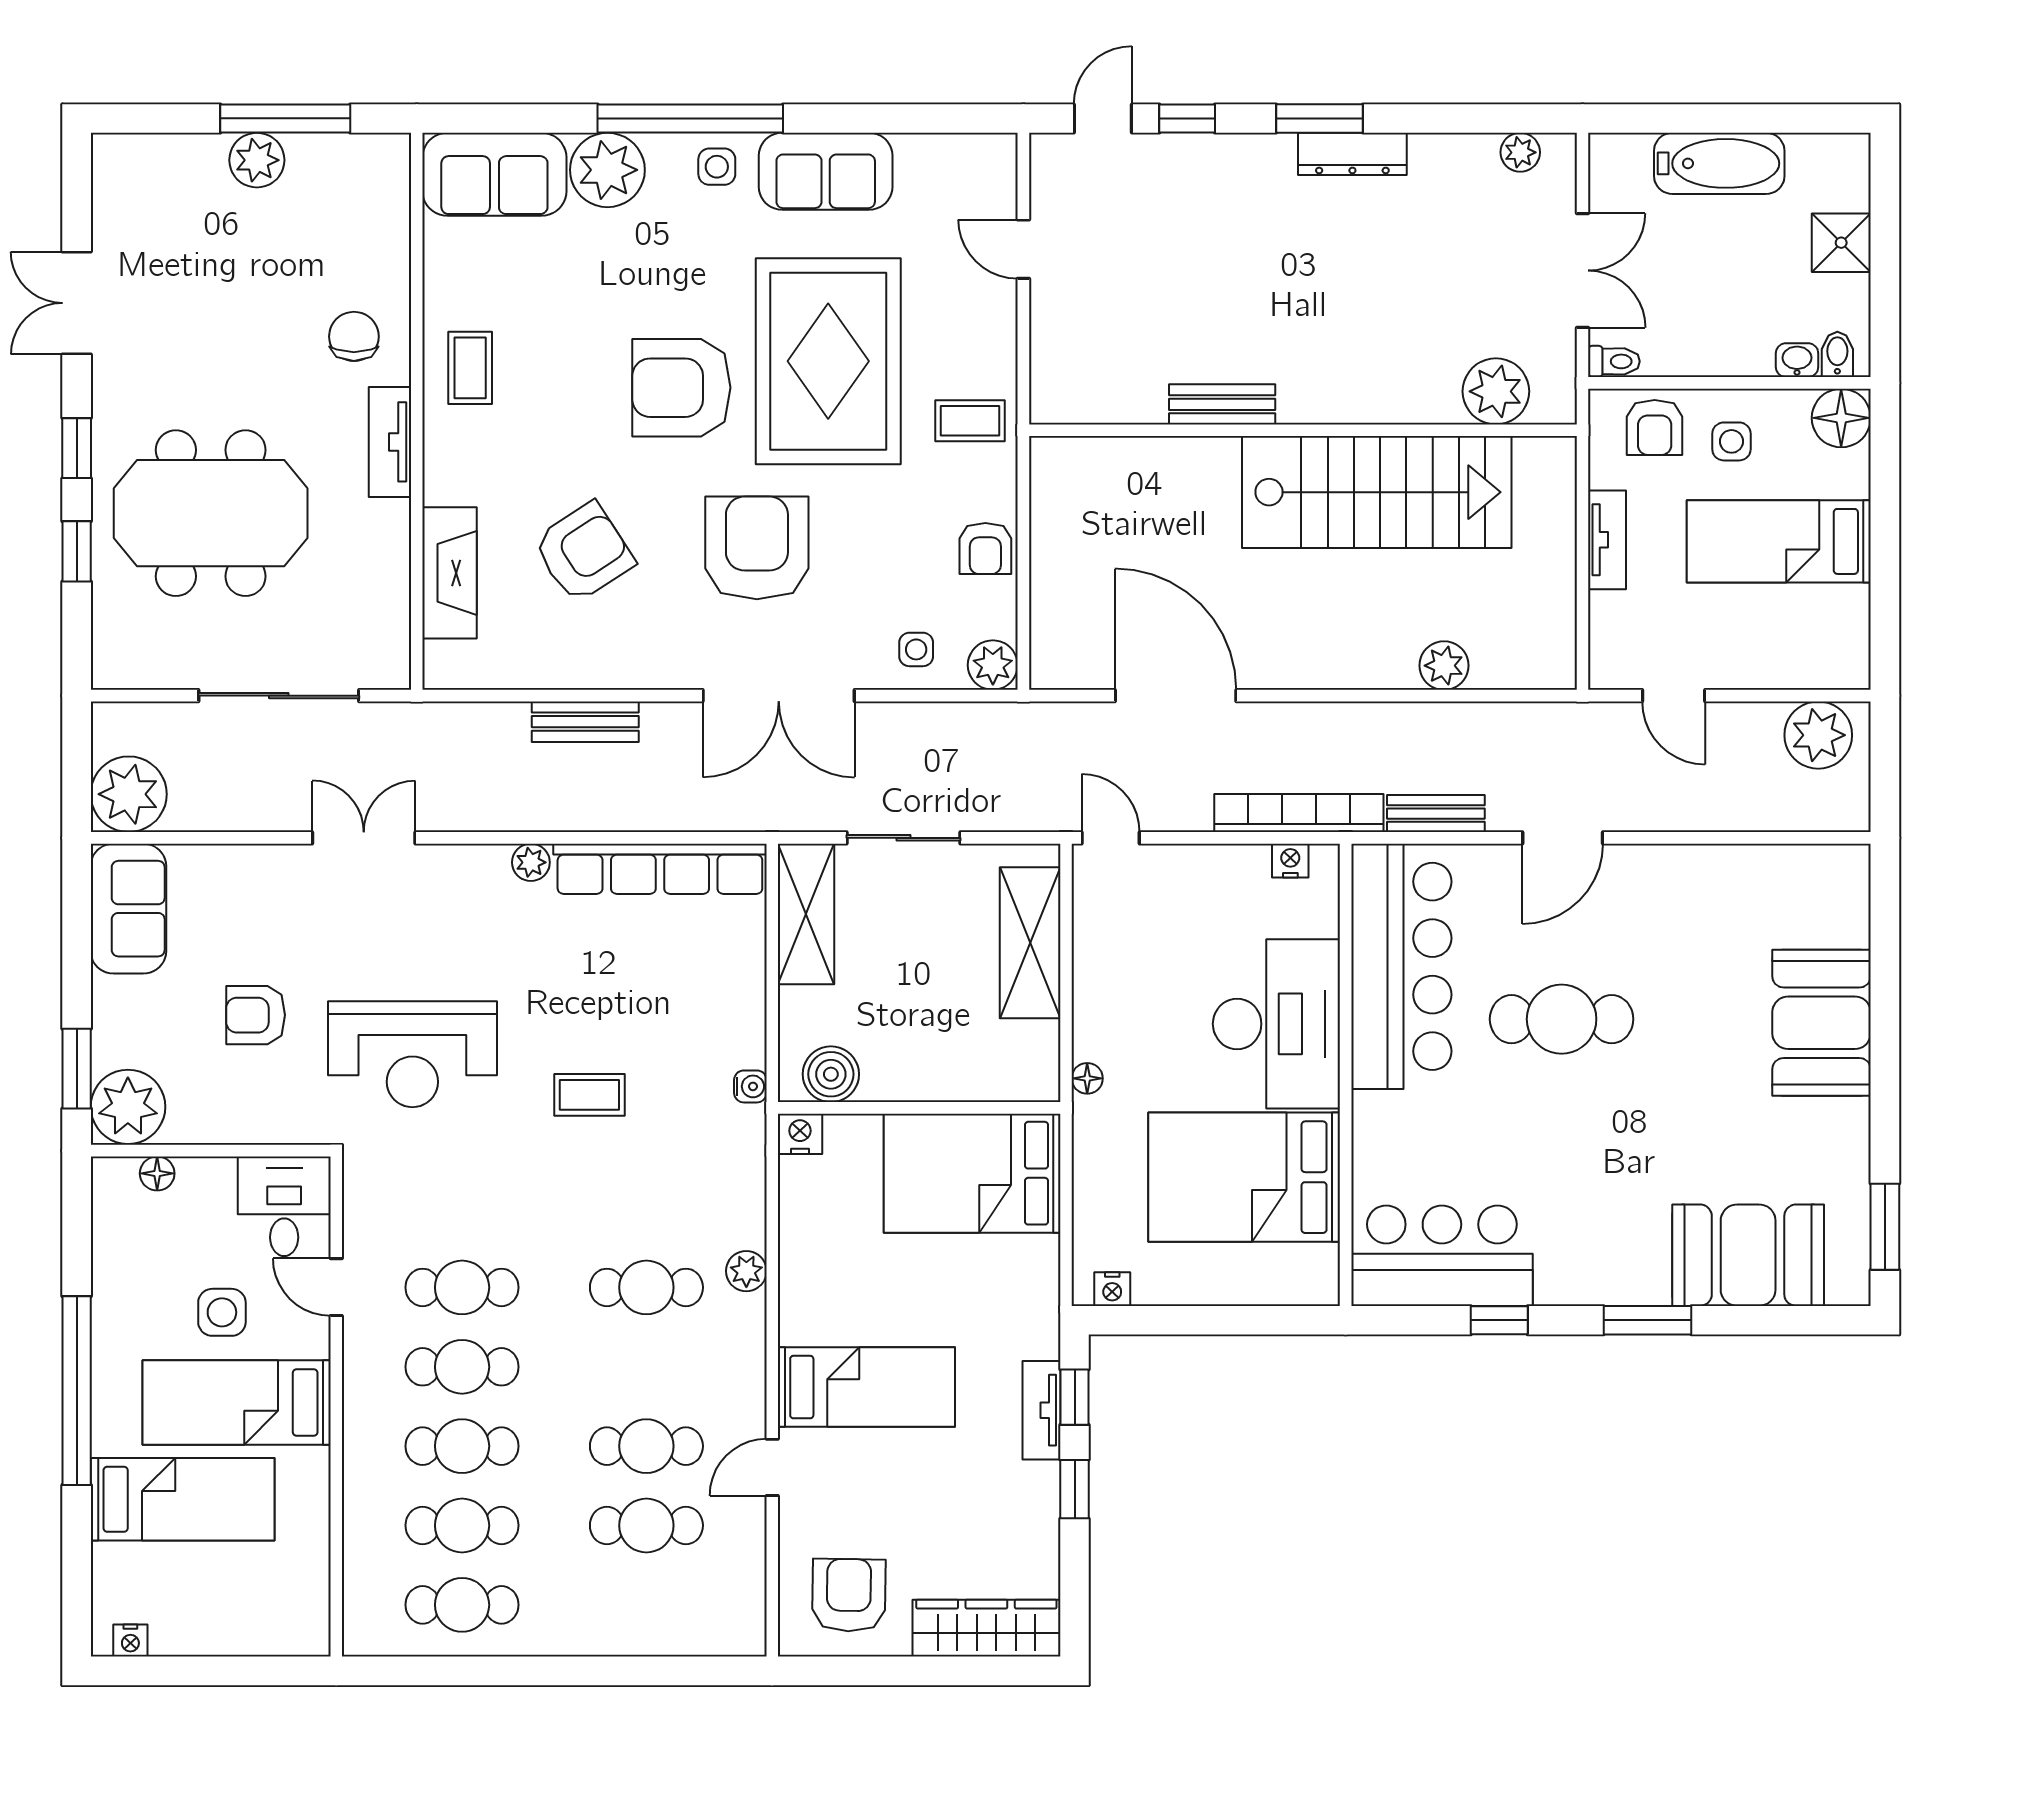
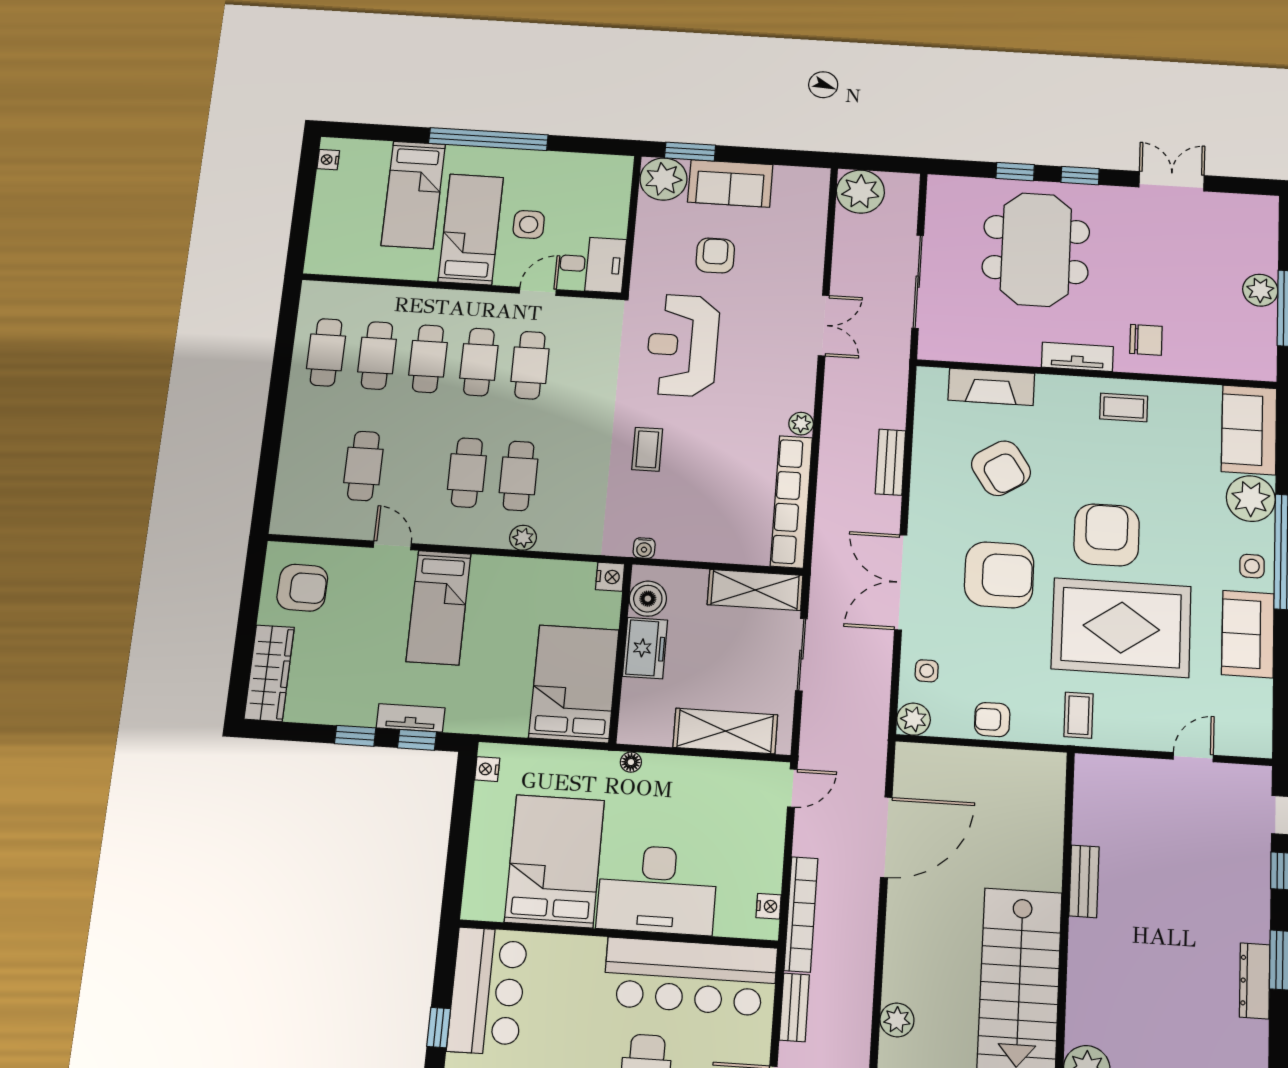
sofa: (128, 909) -> (730, 183), moved
freezer: (909, 1072) -> (645, 648), added
floor lamp: (157, 1173) -> (620, 193), removed
cafe table: (646, 1446) -> (467, 473), moved

